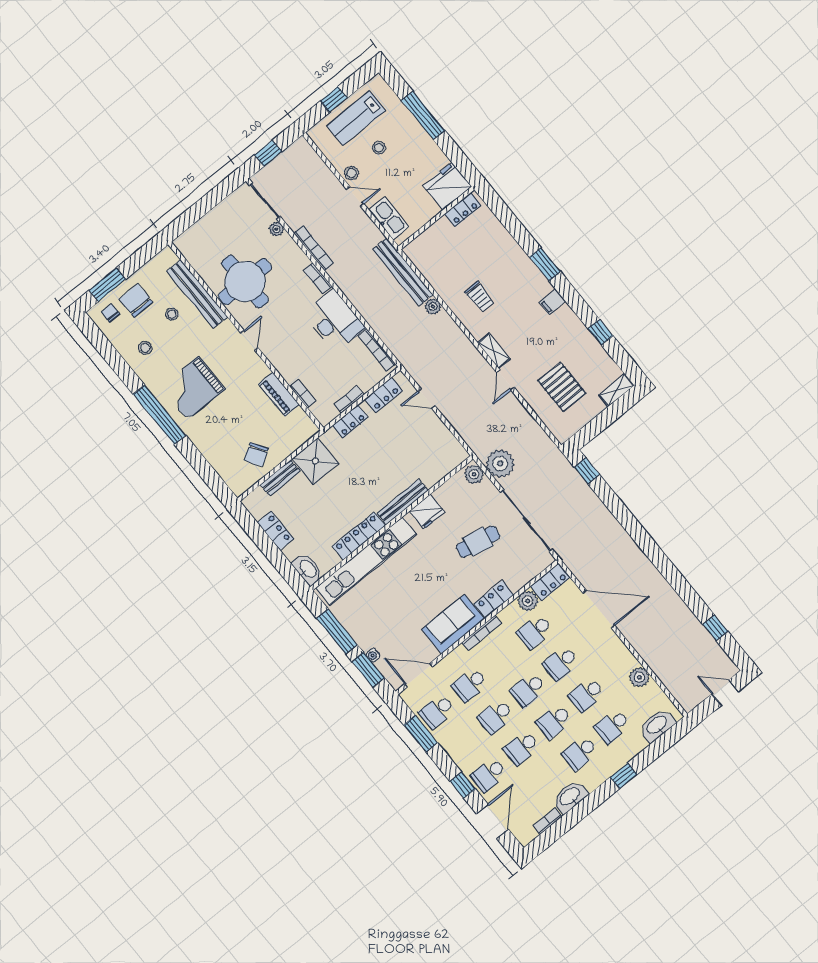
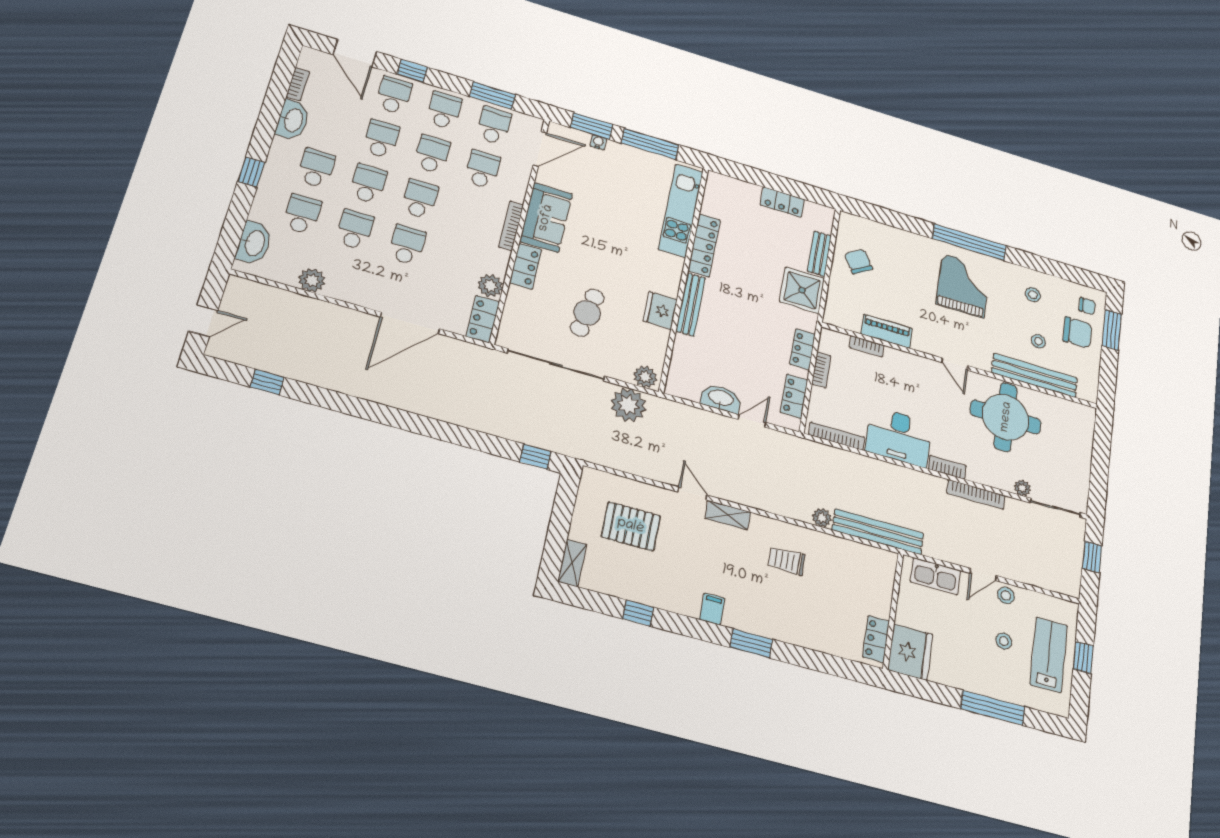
kitchen unit: (366, 561) -> (681, 210), width x0.73
washbasin: (308, 569) -> (721, 398), moved, turned 180
school desk: (535, 631) -> (444, 110), moved

